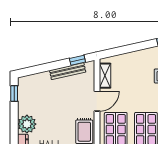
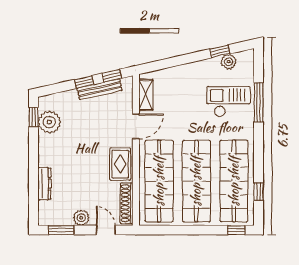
window: (55, 65) -> (84, 82), added
plant: (27, 124) -> (49, 122), moved

